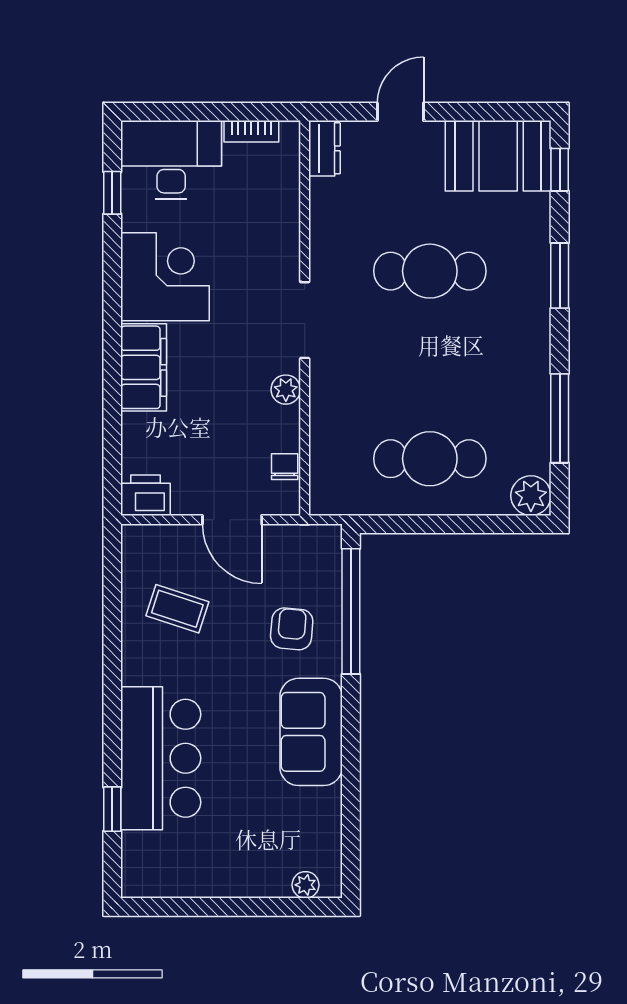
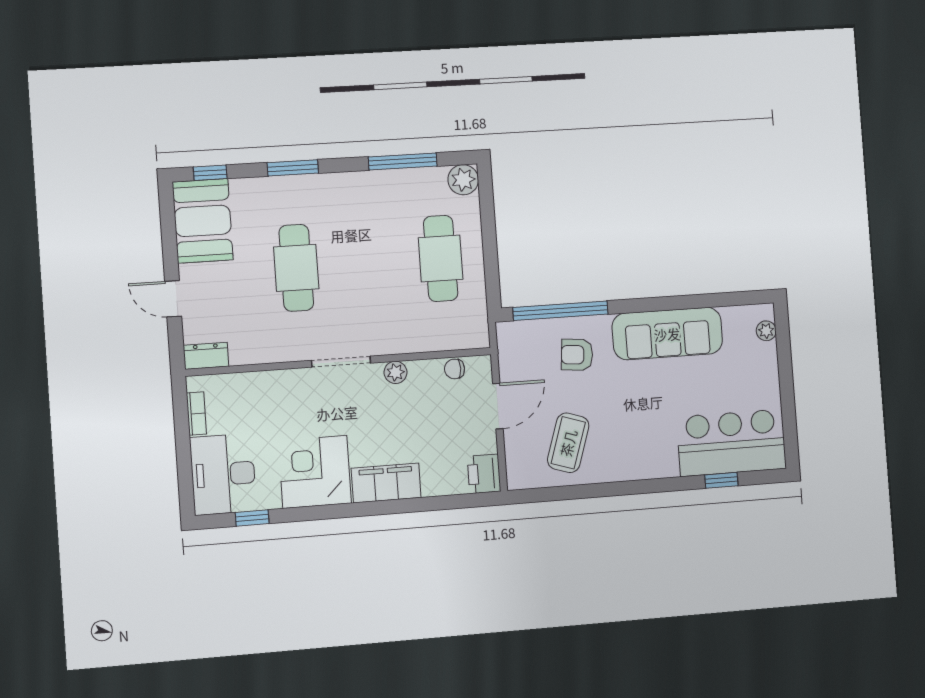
coffee table: (177, 609) -> (568, 443), width x1.36, depth x1.30
sofa: (311, 732) -> (667, 334), width x1.36
bar counter: (161, 758) -> (731, 443), moved

